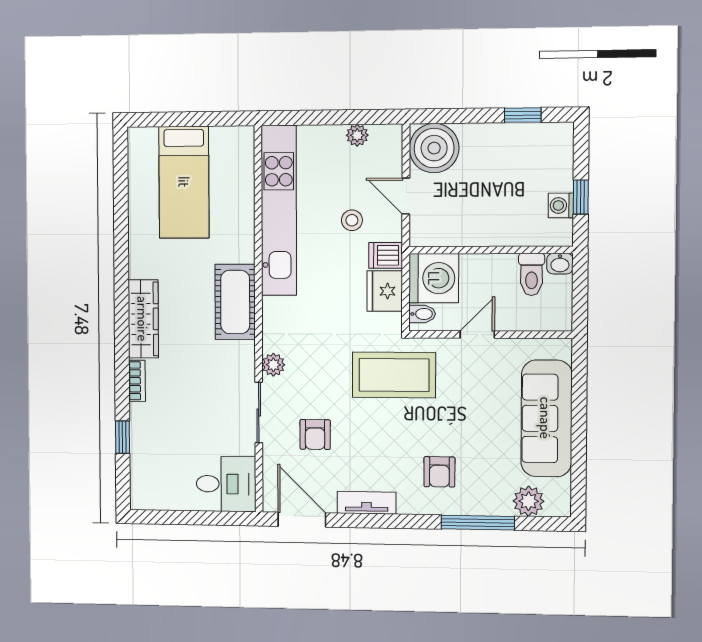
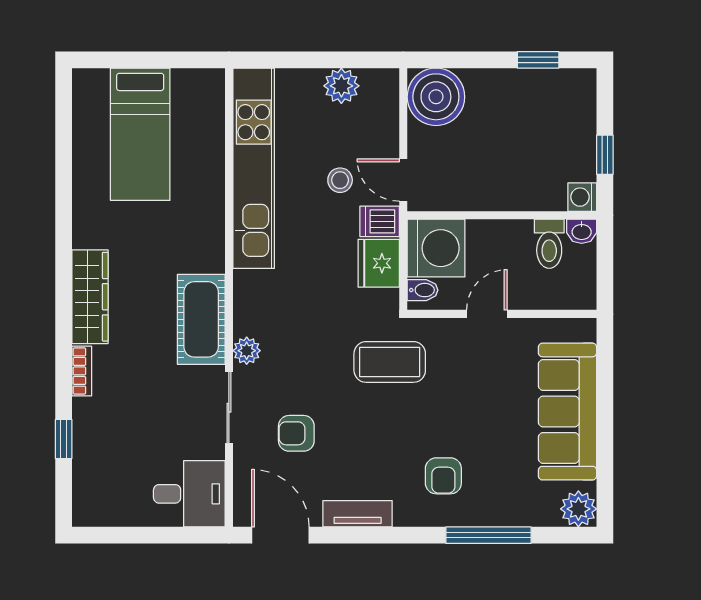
plant: (357, 135) -> (341, 86), width x1.38, depth x1.38
door: (406, 196) -> (403, 180), moved
washing machine: (561, 205) -> (582, 197), moved
cot: (235, 302) -> (201, 319), moved
coffee table: (394, 375) -> (390, 362), width x0.73, depth x0.76
armchair: (315, 435) -> (296, 433), turned 90
plant: (529, 501) -> (578, 509), moved

